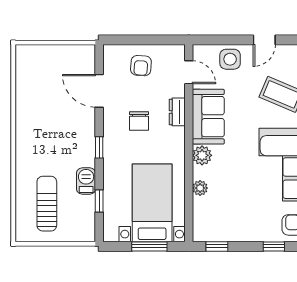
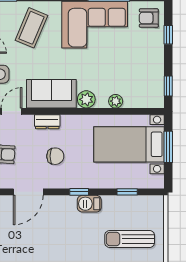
barbecue: (86, 181) -> (89, 204), moved

